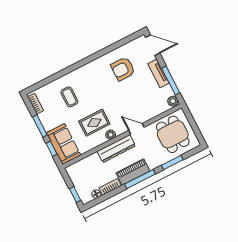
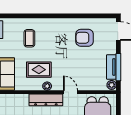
tv unit: (158, 73) -> (111, 67), moved

